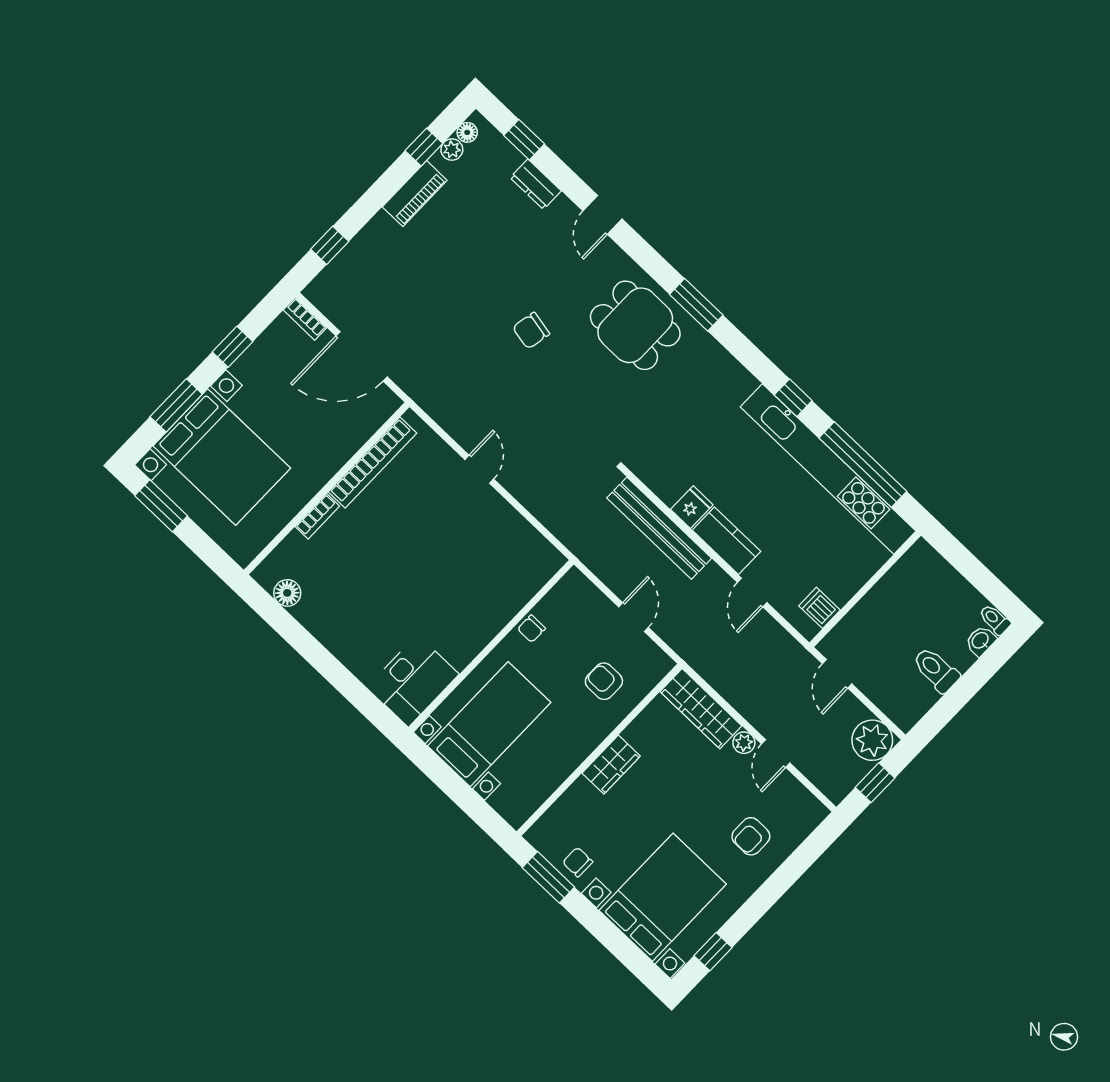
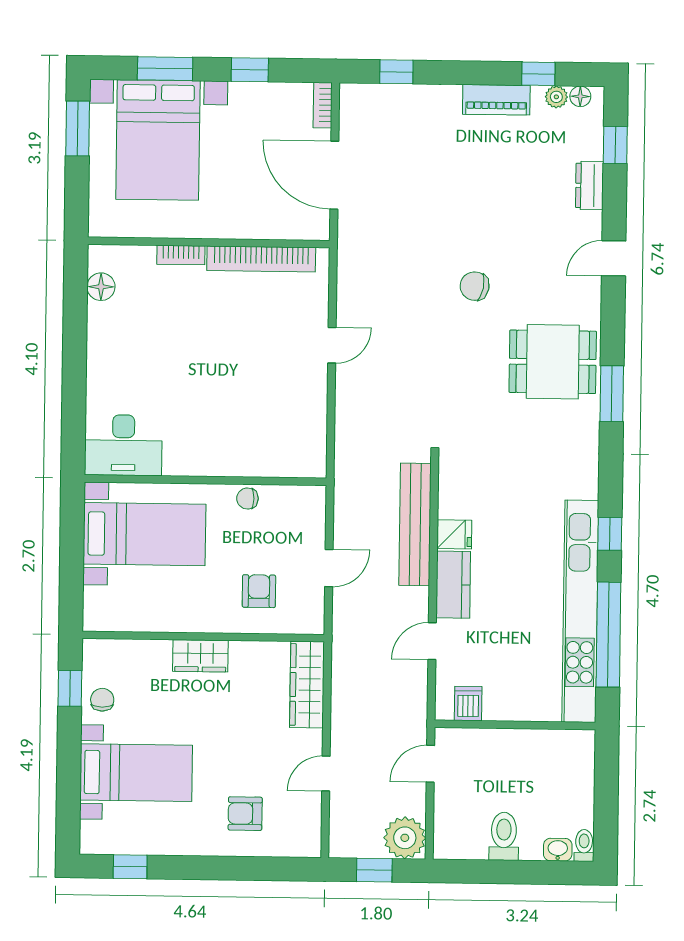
dining table: (635, 325) -> (553, 362), turned 90
plant: (744, 743) -> (312, 742), removed
window: (548, 877) -> (70, 688), width x0.67
bed with nightstands: (663, 897) -> (136, 773), width x0.73

